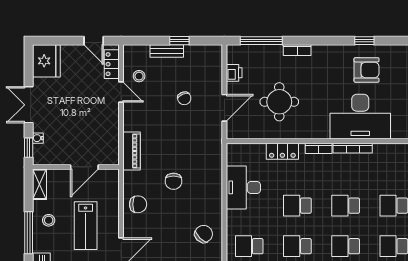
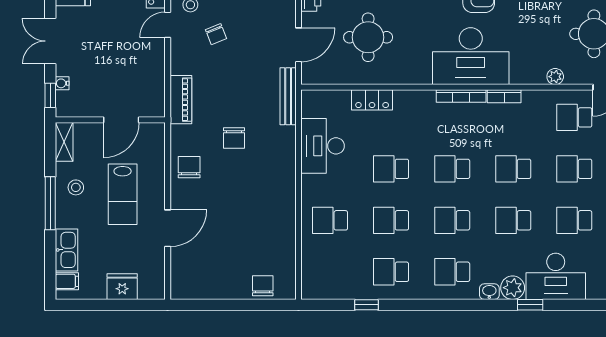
door: (121, 92) -> (168, 25), swing flipped
chair: (184, 98) -> (216, 34), moved
bench: (216, 148) -> (288, 96), added
bookcase: (319, 148) -> (504, 96), moved
chair: (138, 204) -> (189, 167), turned -90
chair: (204, 234) -> (272, 205), removed

